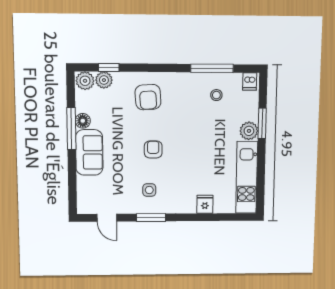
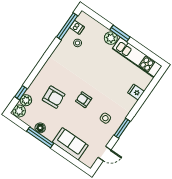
window: (212, 68) -> (67, 26), moved
dishwasher: (250, 81) -> (77, 27), moved
armchair: (148, 97) -> (54, 97), moved
window: (262, 123) -> (120, 33), moved
sofa: (89, 152) -> (70, 144), moved

